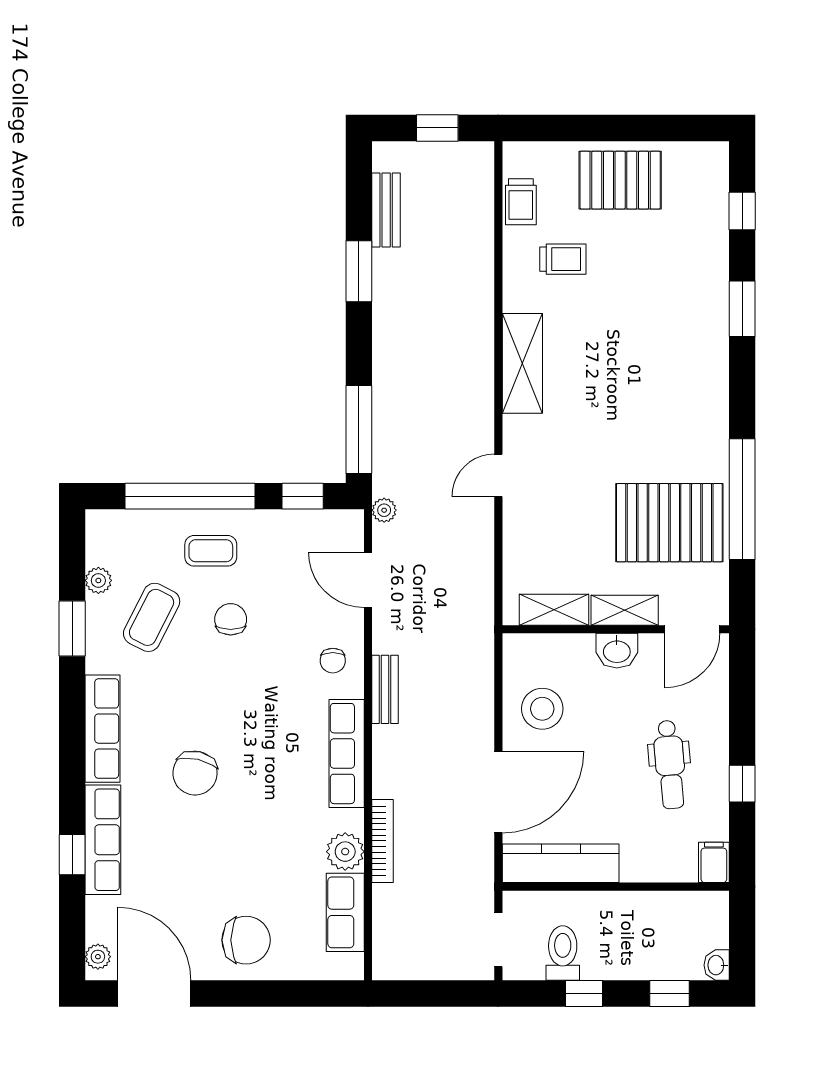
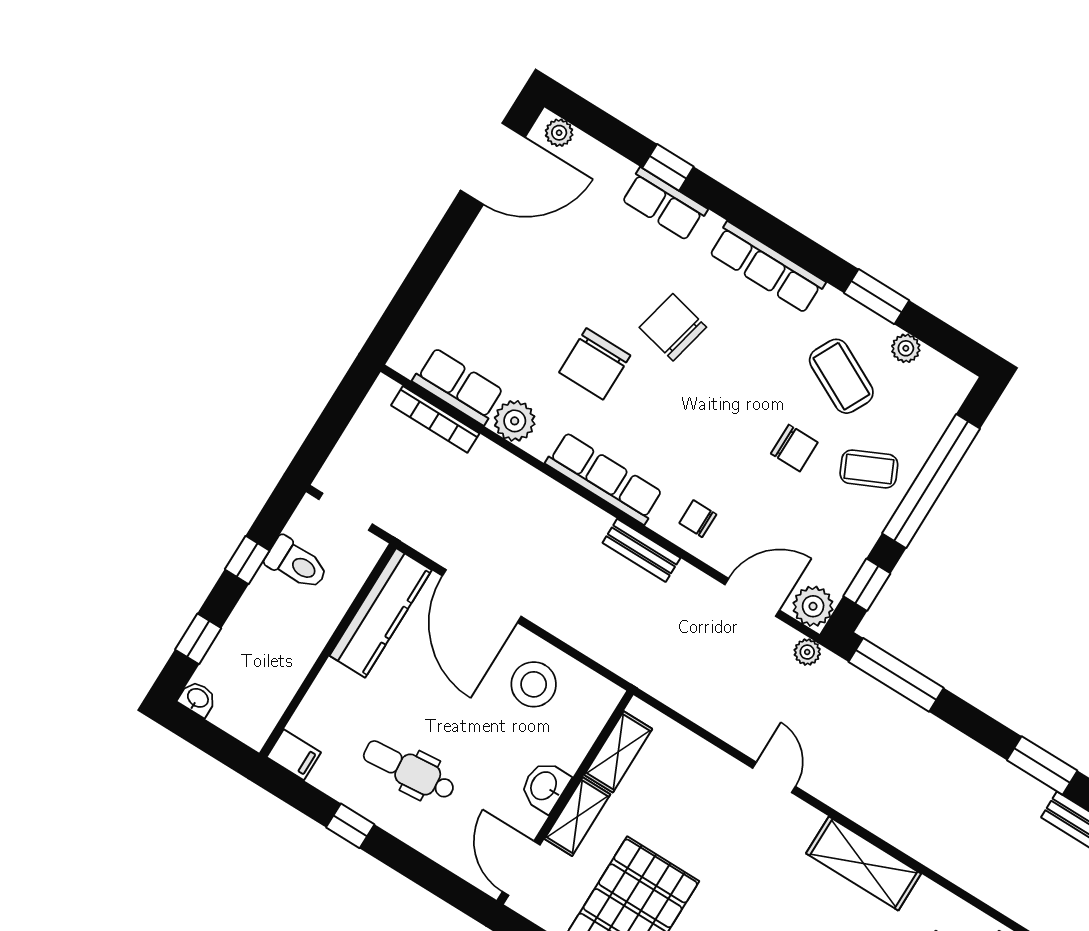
plant: (345, 528) -> (813, 606), added
coffee table: (211, 551) -> (869, 469), turned 65
row of seats: (103, 840) -> (664, 204), width x0.68
bookcase: (383, 841) -> (435, 419), moved
chair: (246, 940) -> (595, 364), moved

